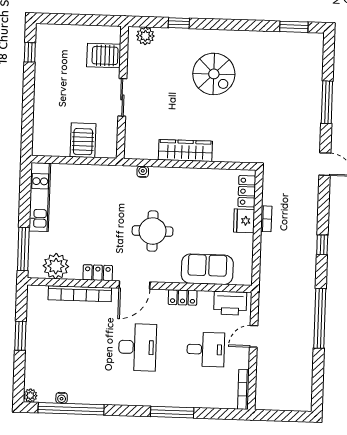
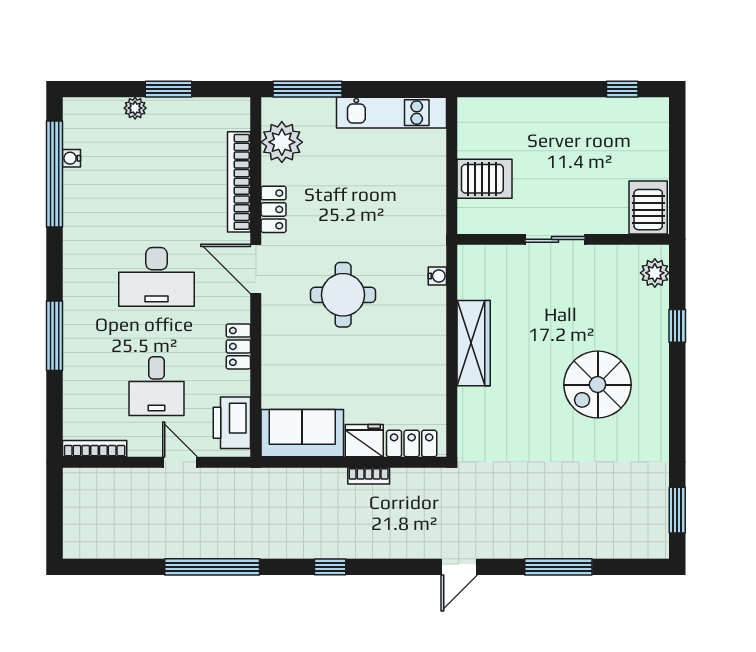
server rack: (104, 55) -> (648, 207), moved
sofa: (207, 269) -> (302, 433), moved, turned -90
plant: (30, 396) -> (135, 108), moved

